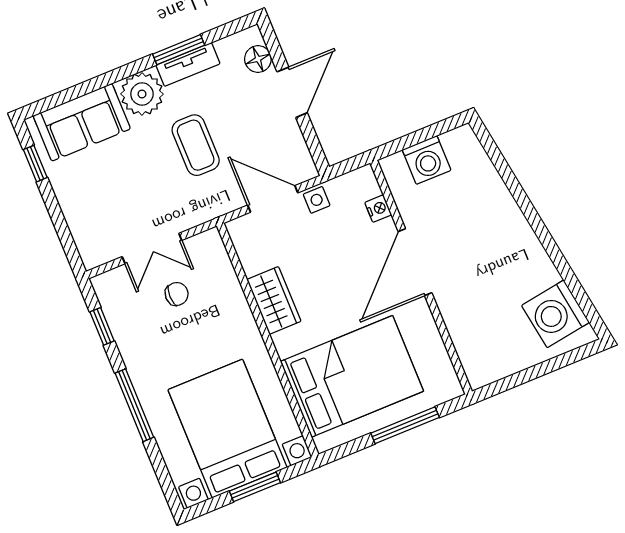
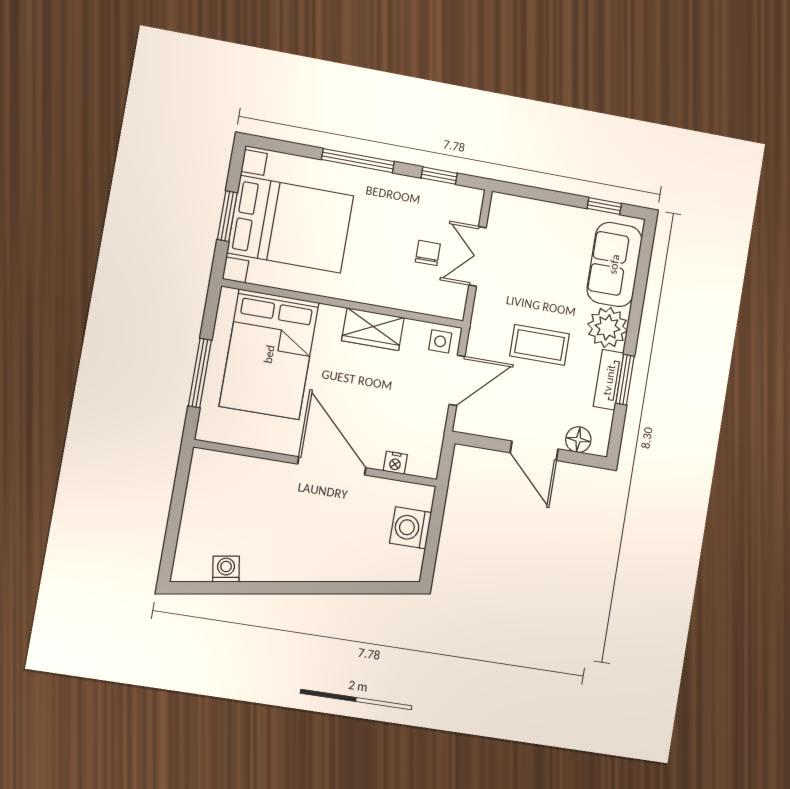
side table: (317, 200) -> (440, 341), moved
chair: (177, 294) -> (428, 253), turned 180
washing machine: (555, 314) -> (226, 569), width x0.53, depth x0.53

